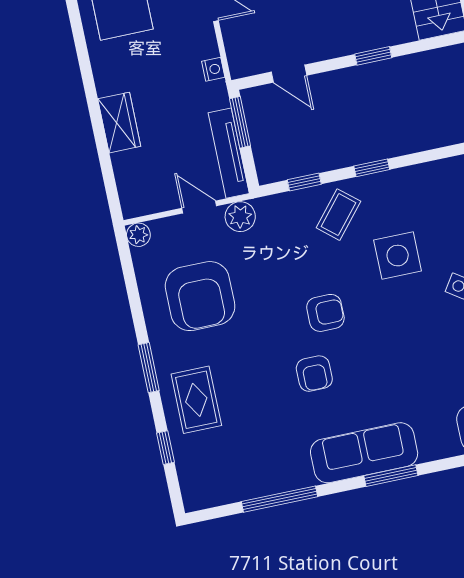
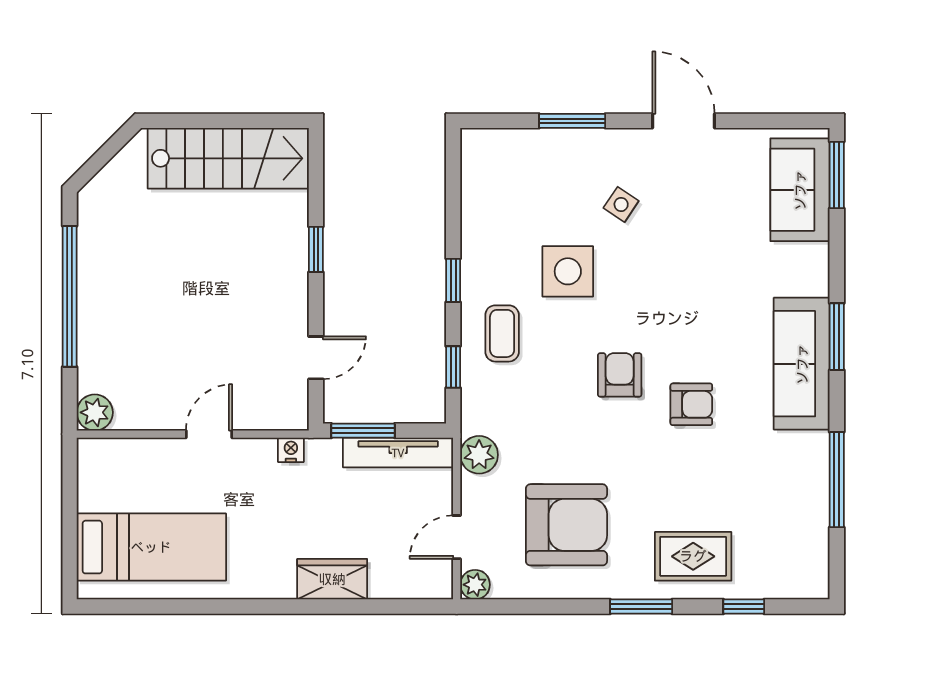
door: (199, 207) -> (457, 537), moved
coffee table: (338, 215) -> (502, 333), turned 50

